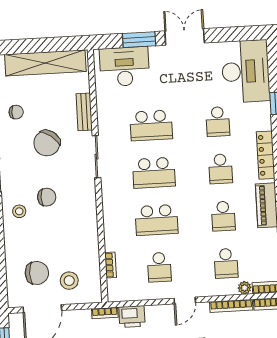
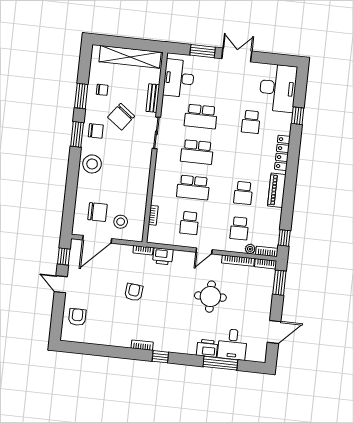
desk: (124, 67) -> (179, 78), moved, turned -90
school desk: (221, 169) -> (247, 157), removed
chair: (47, 197) -> (96, 131), moved
stool: (19, 211) -> (92, 164), width x1.89, depth x1.89

